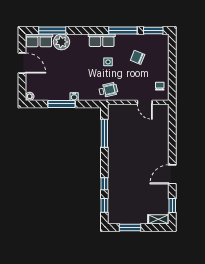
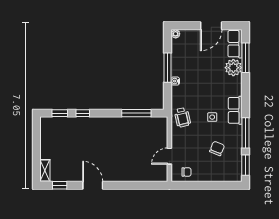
window: (130, 227) -> (36, 140), removed

